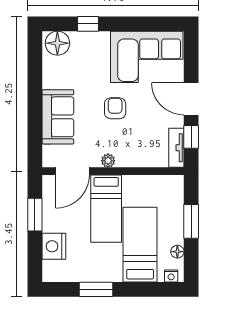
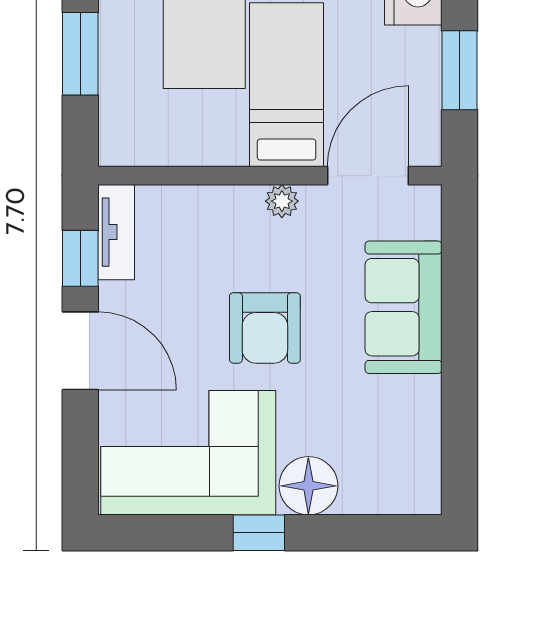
window: (88, 24) -> (259, 533), moved
floor lamp: (57, 43) -> (308, 486), moved
armchair: (115, 108) -> (265, 328), width x1.38, depth x1.38

